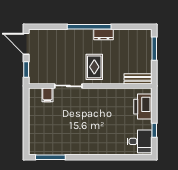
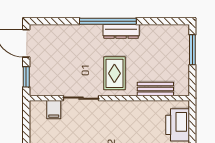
dresser: (104, 34) -> (121, 31), width x1.44
bench: (138, 79) -> (155, 89), moved

